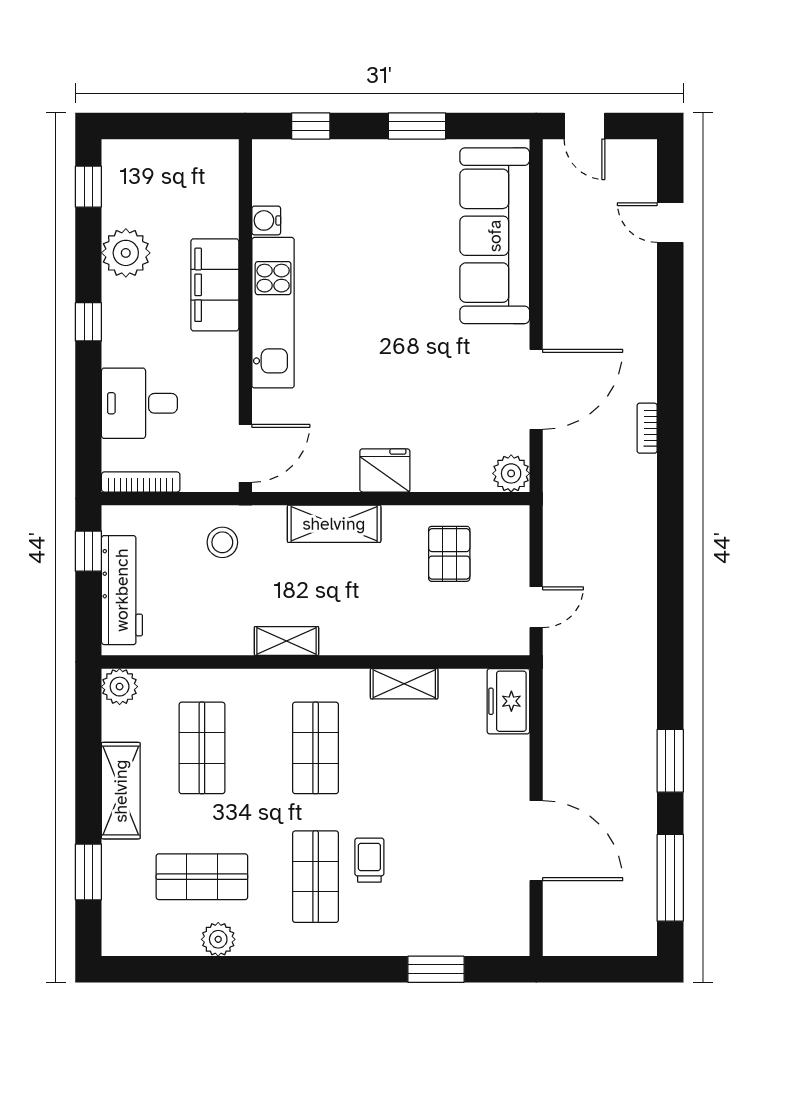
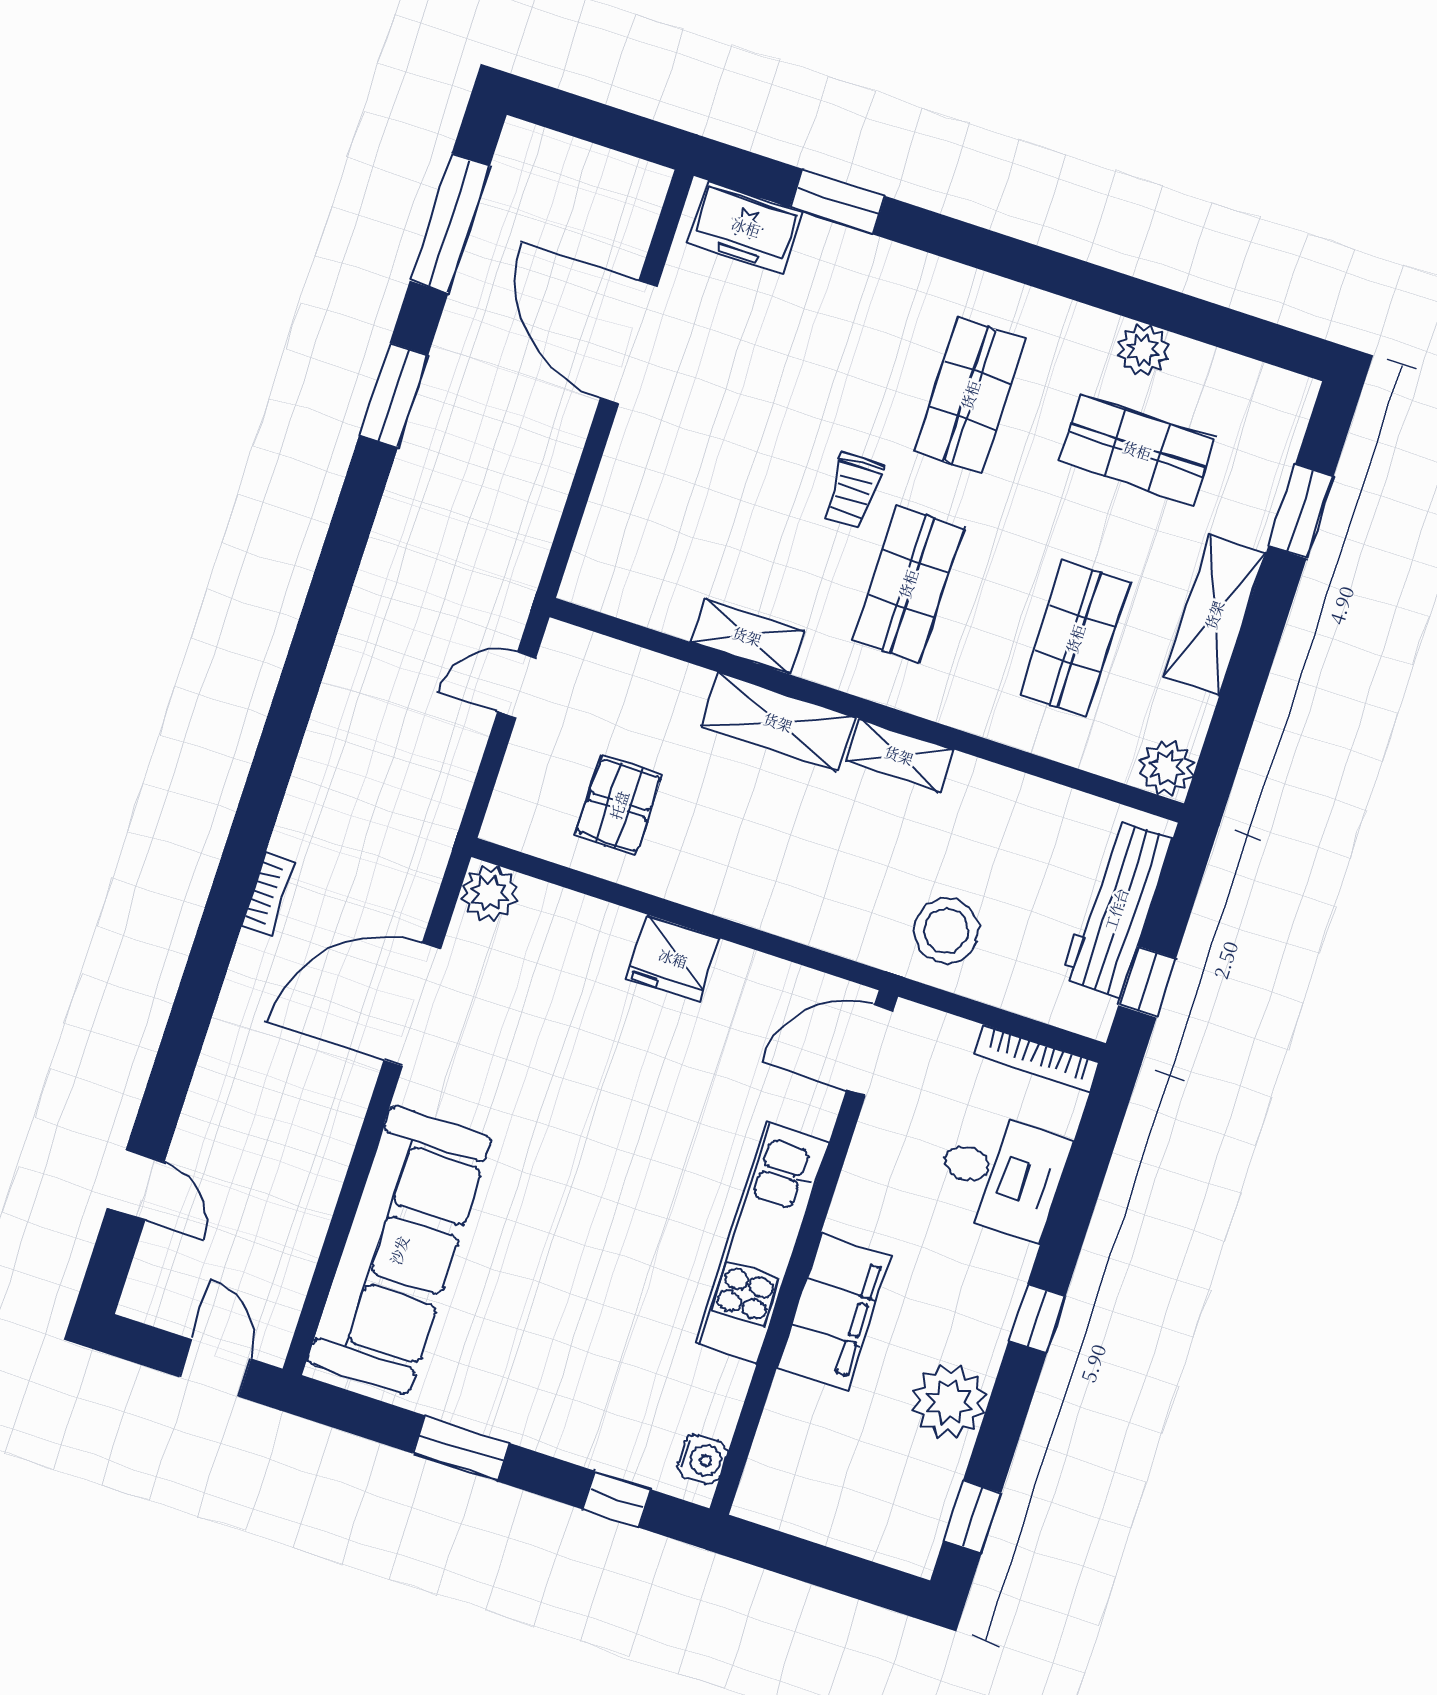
water cooler: (266, 220) -> (702, 1459), moved
shelving: (334, 524) -> (778, 722), moved
stool: (222, 542) -> (946, 931), width x1.38, depth x1.38
freezer: (508, 701) -> (746, 227), moved, turned 90
trolley: (369, 860) -> (853, 491), moved

